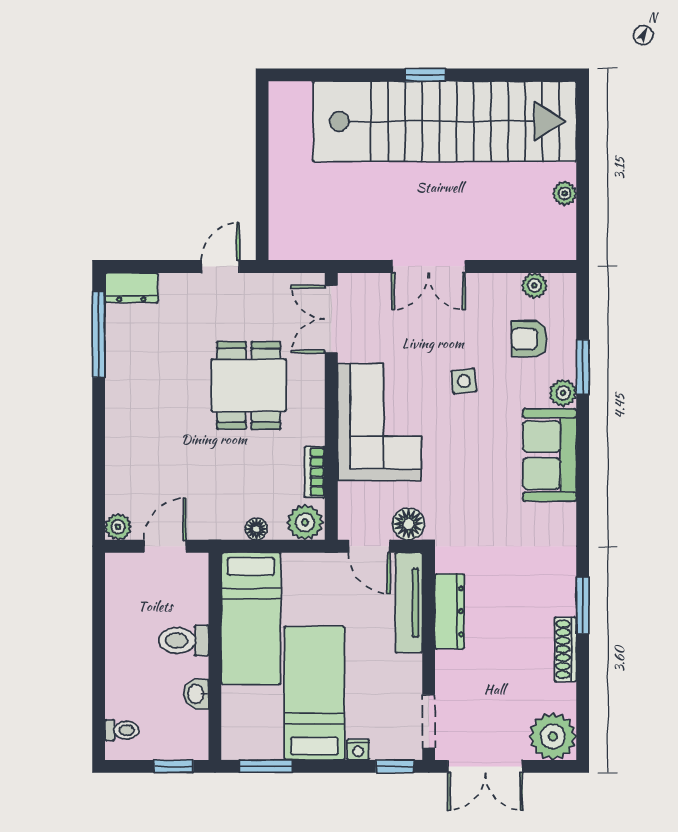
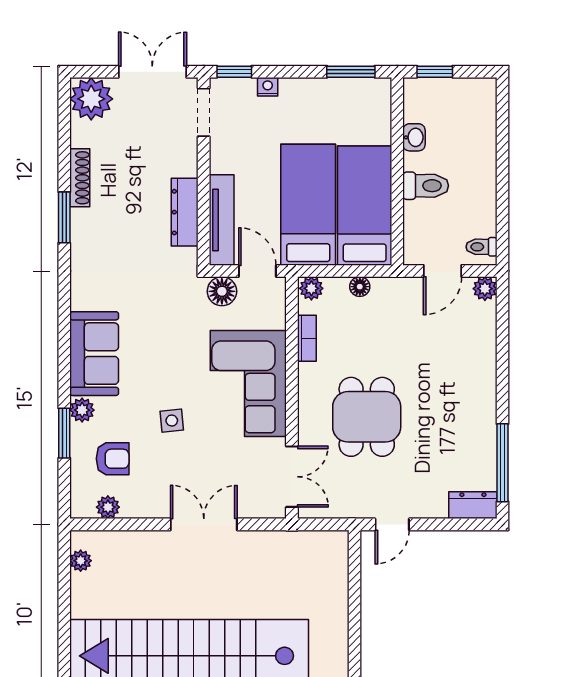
plant: (565, 193) -> (81, 561), moved
plant: (305, 522) -> (311, 288), width x0.73, depth x0.73
bed: (314, 693) -> (308, 205), moved, turned 180
toilet: (122, 730) -> (482, 247), moved

